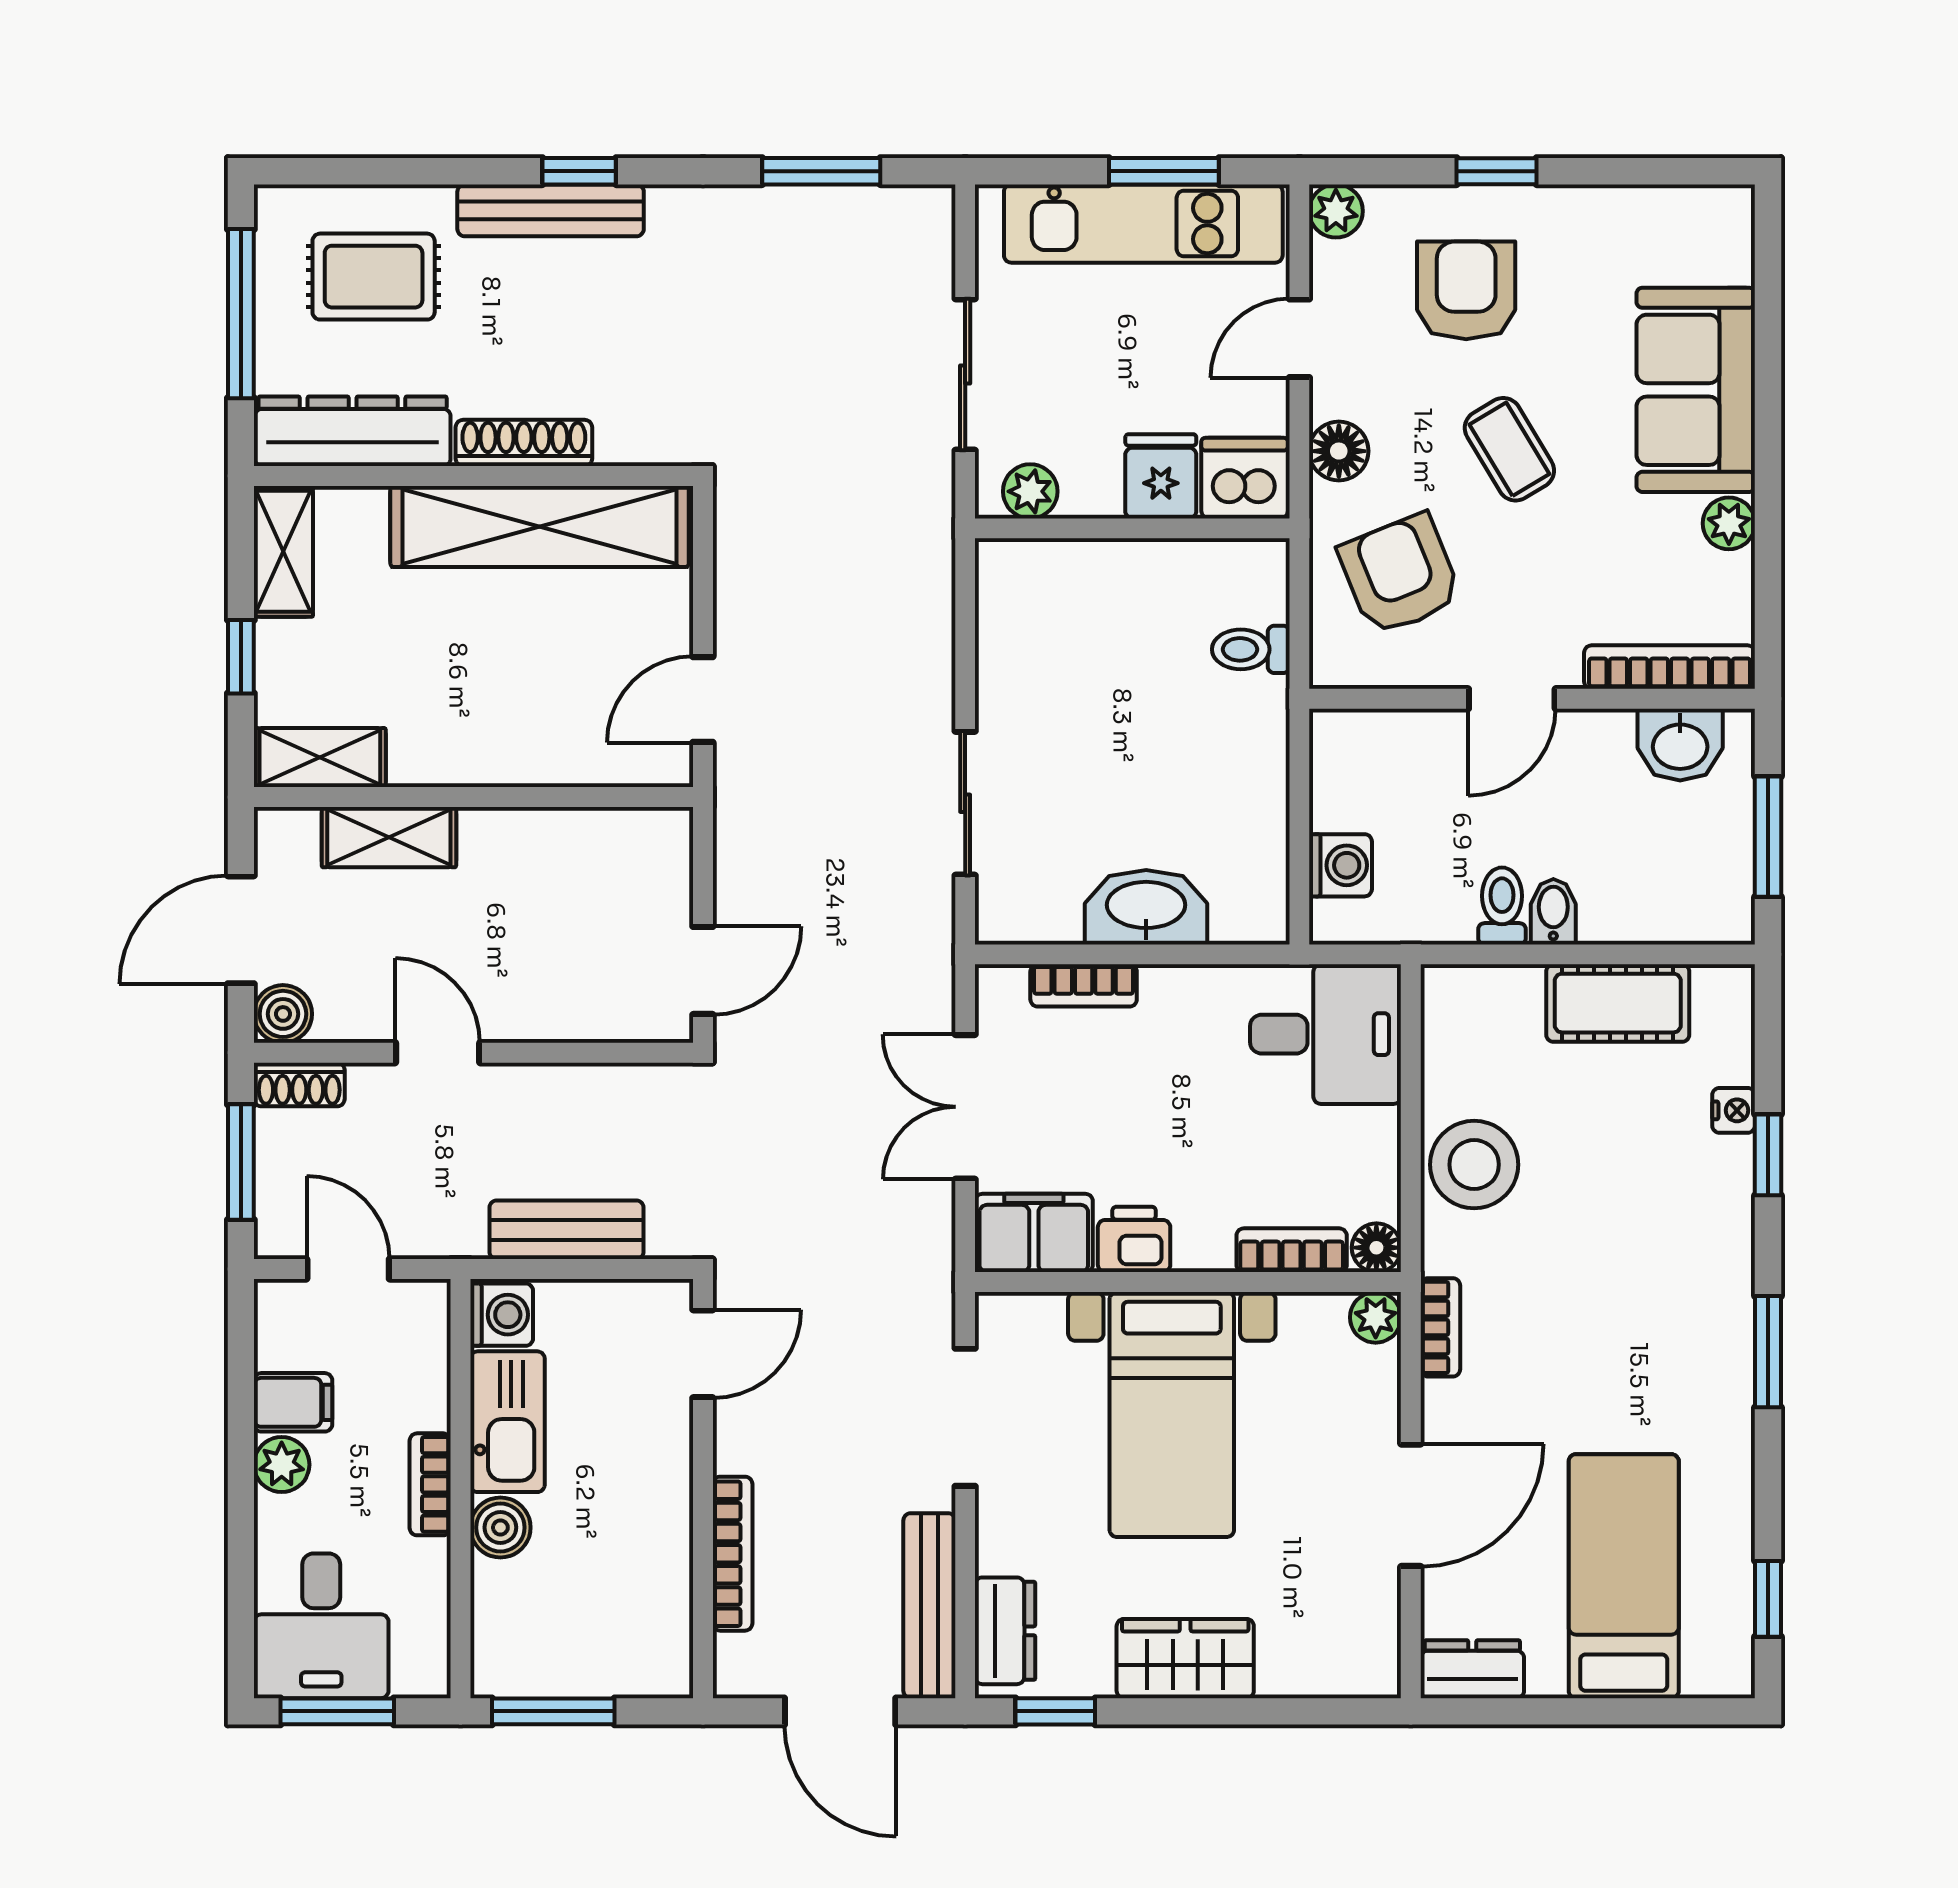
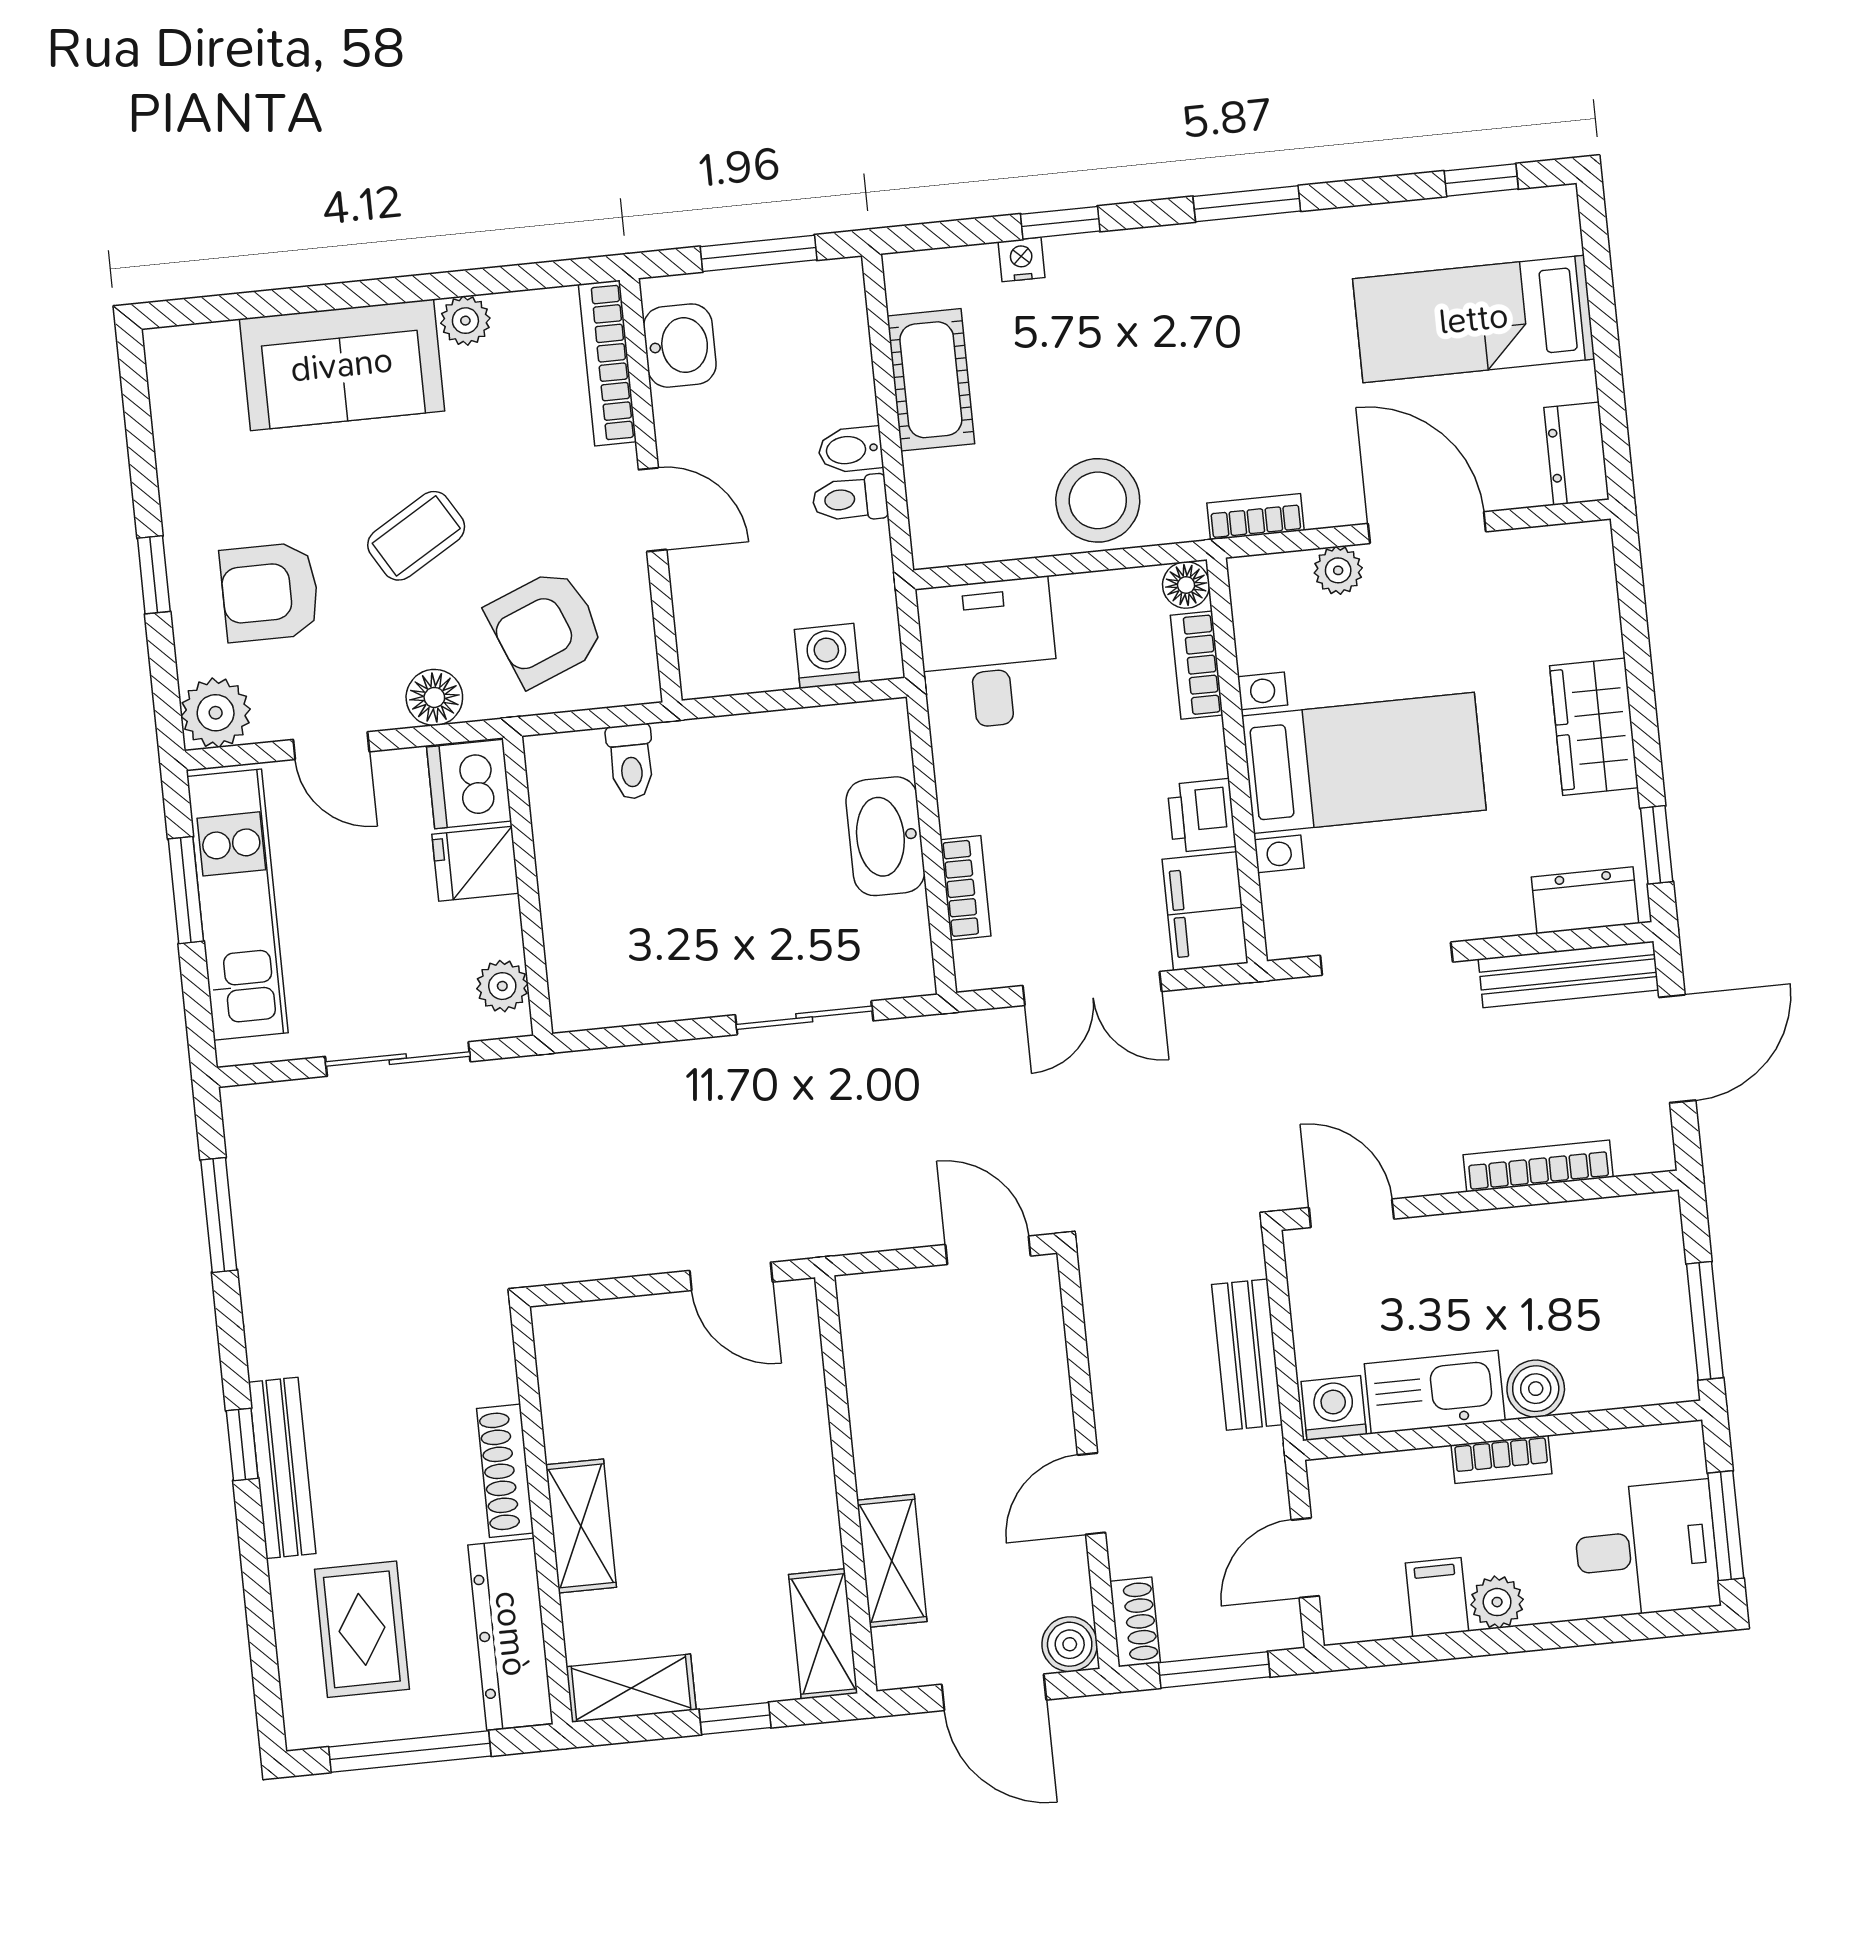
plant: (1336, 211) -> (216, 713), width x1.38, depth x1.38
shelving: (540, 526) -> (581, 1526), width x0.45, depth x0.75
plant: (1376, 1317) -> (1338, 570), moved

